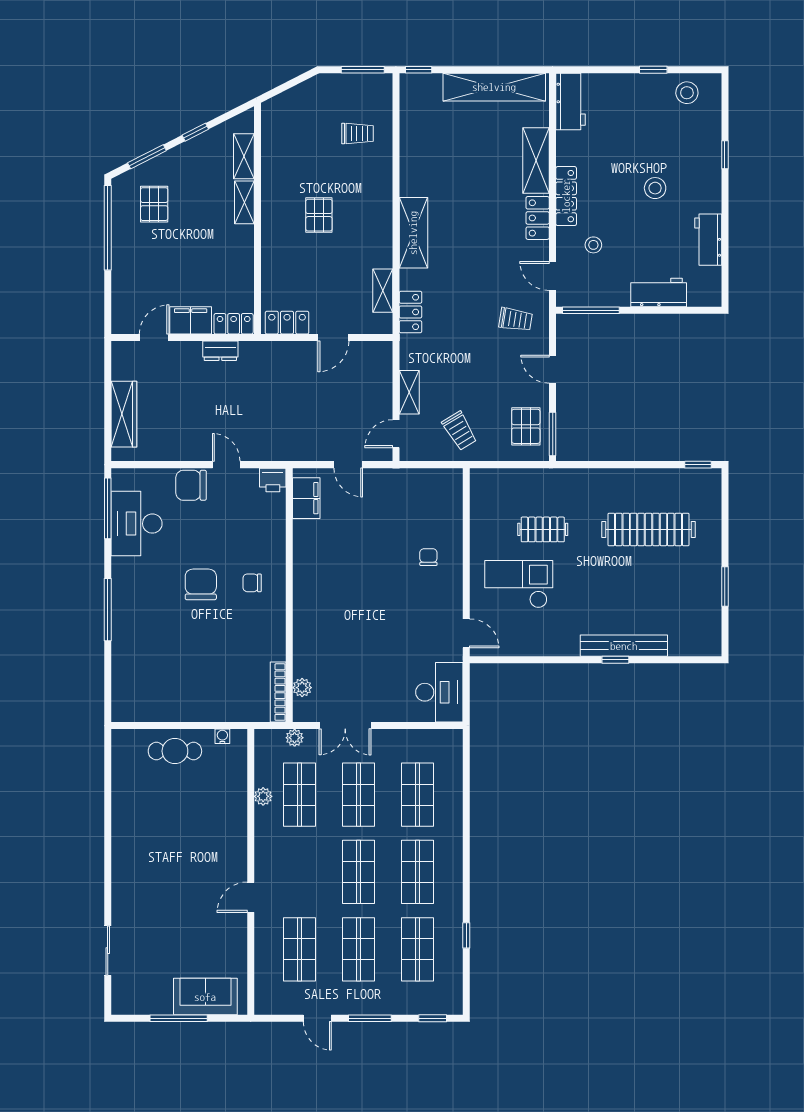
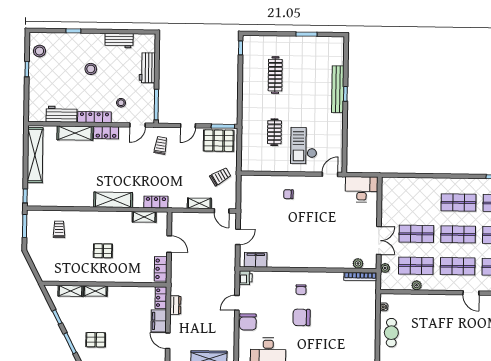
workbench: (571, 102) -> (61, 114), moved
pallet: (526, 426) -> (219, 141), width x1.50, depth x1.42
clothes rail: (648, 529) -> (275, 75), width x0.73, depth x0.76
shop shelf: (418, 795) -> (458, 266), moved

